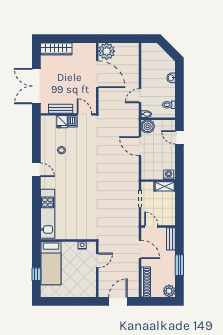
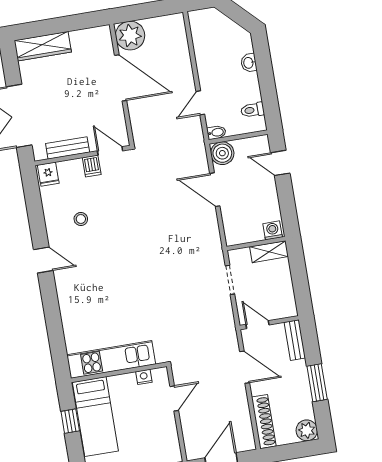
fridge: (62, 122) -> (48, 174), moved
kitchen unit: (48, 214) -> (111, 359), moved, turned -90
window: (36, 274) -> (70, 421), moved

